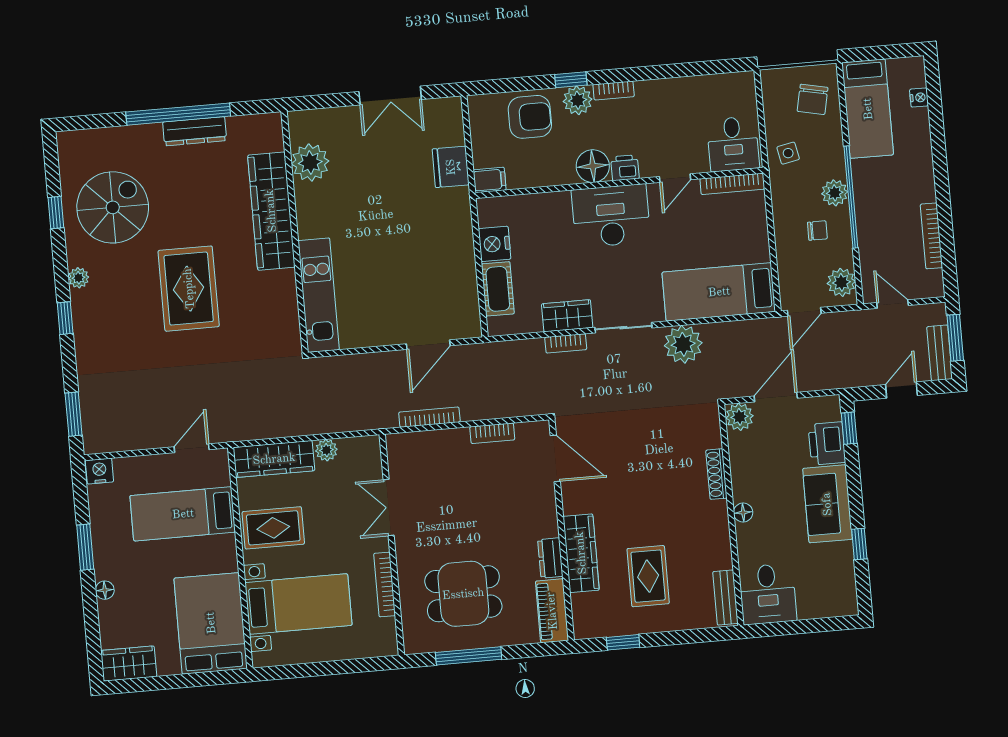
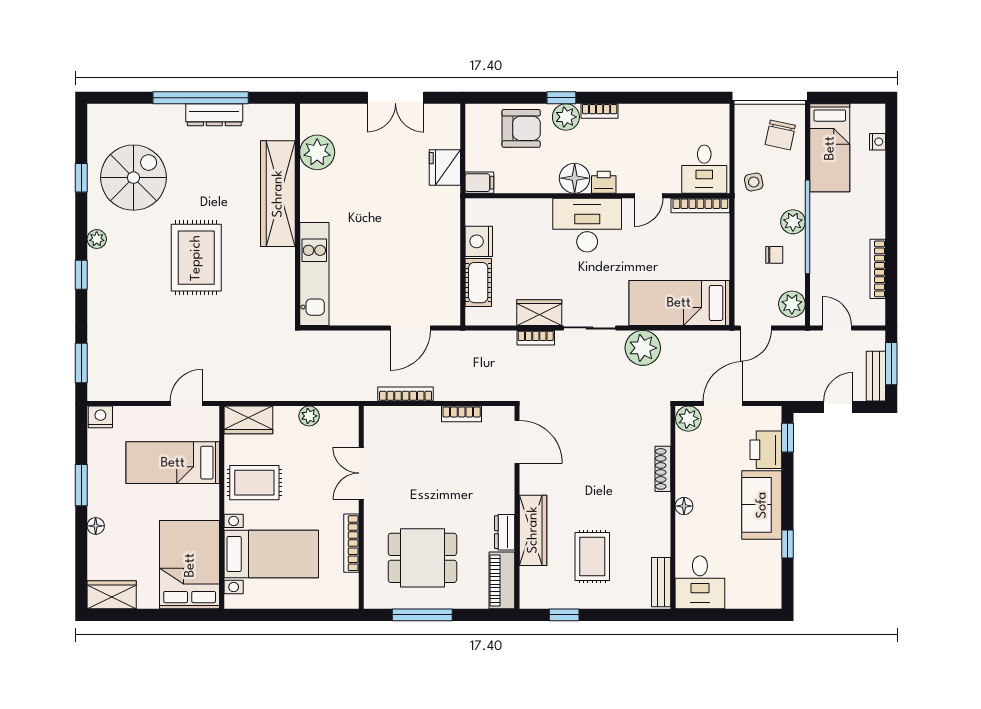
wardrobe: (274, 459) -> (248, 420), width x0.67

